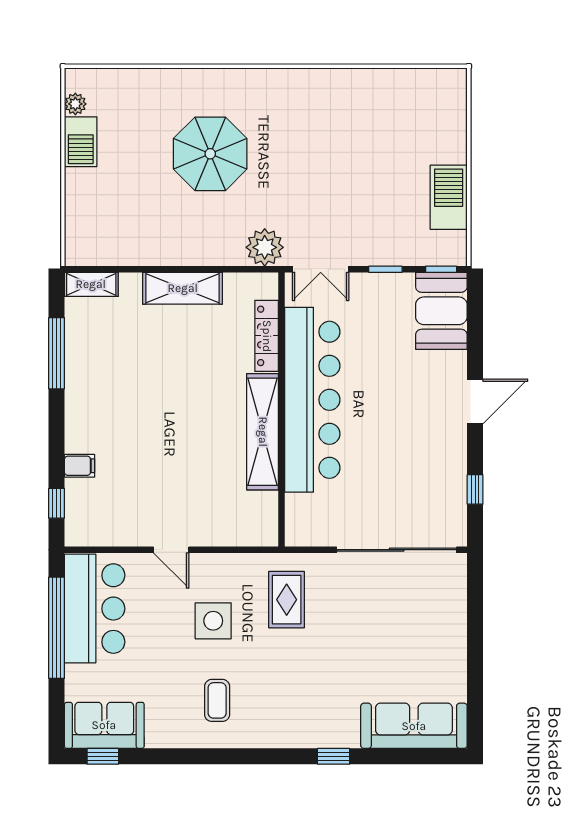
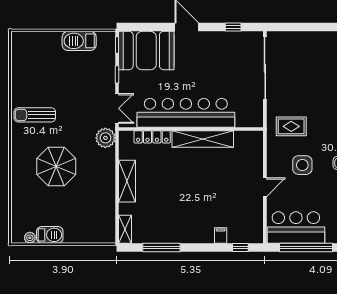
sun lounger: (308, 113) -> (35, 115), added
booth: (441, 311) -> (146, 51), width x1.36, depth x1.42

